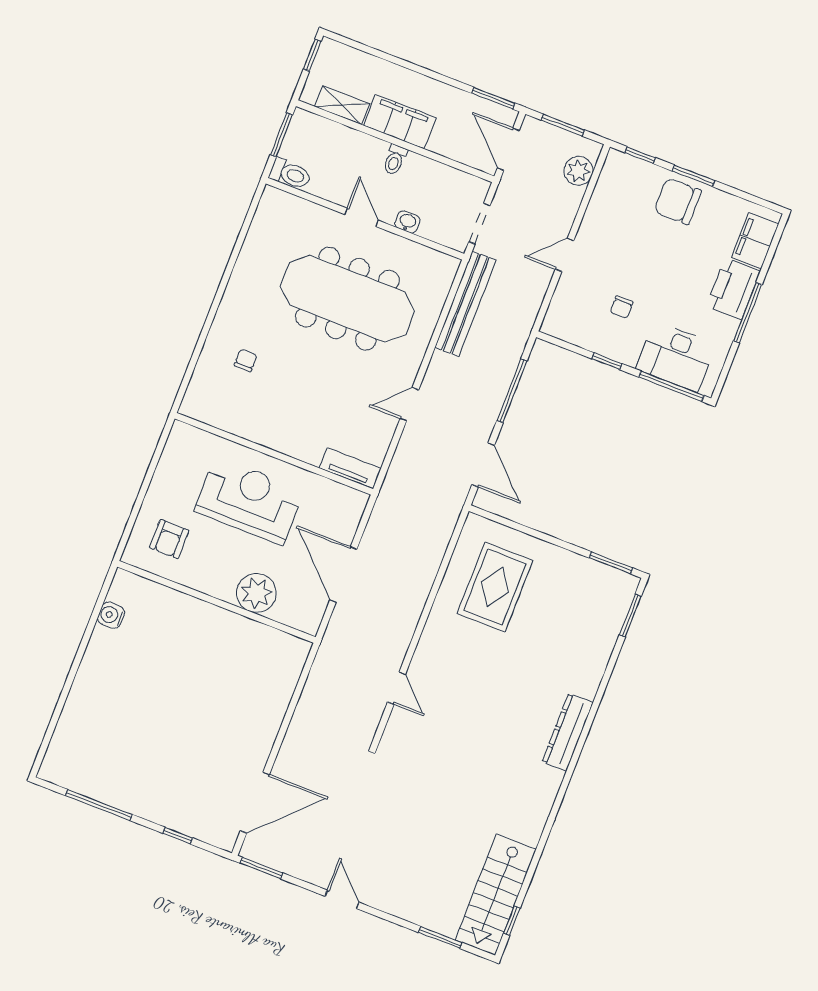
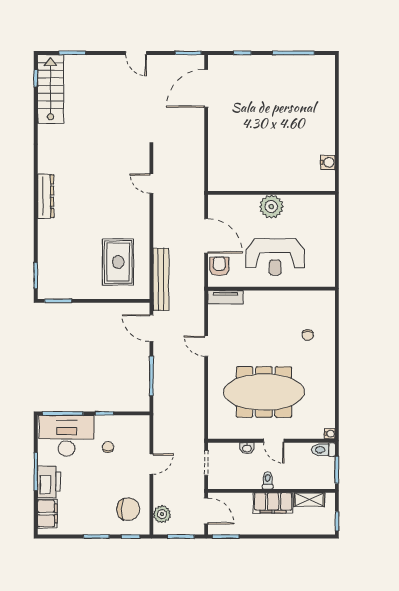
water cooler: (271, 195) -> (330, 434), added
chair: (678, 201) -> (128, 509), moved
bench: (465, 304) -> (161, 279), moved
desk: (676, 357) -> (67, 436), width x1.36, depth x1.30
door: (409, 404) -> (206, 346), swing flipped
armchair: (169, 539) -> (219, 266), moved
plant: (256, 593) -> (271, 207), moved

